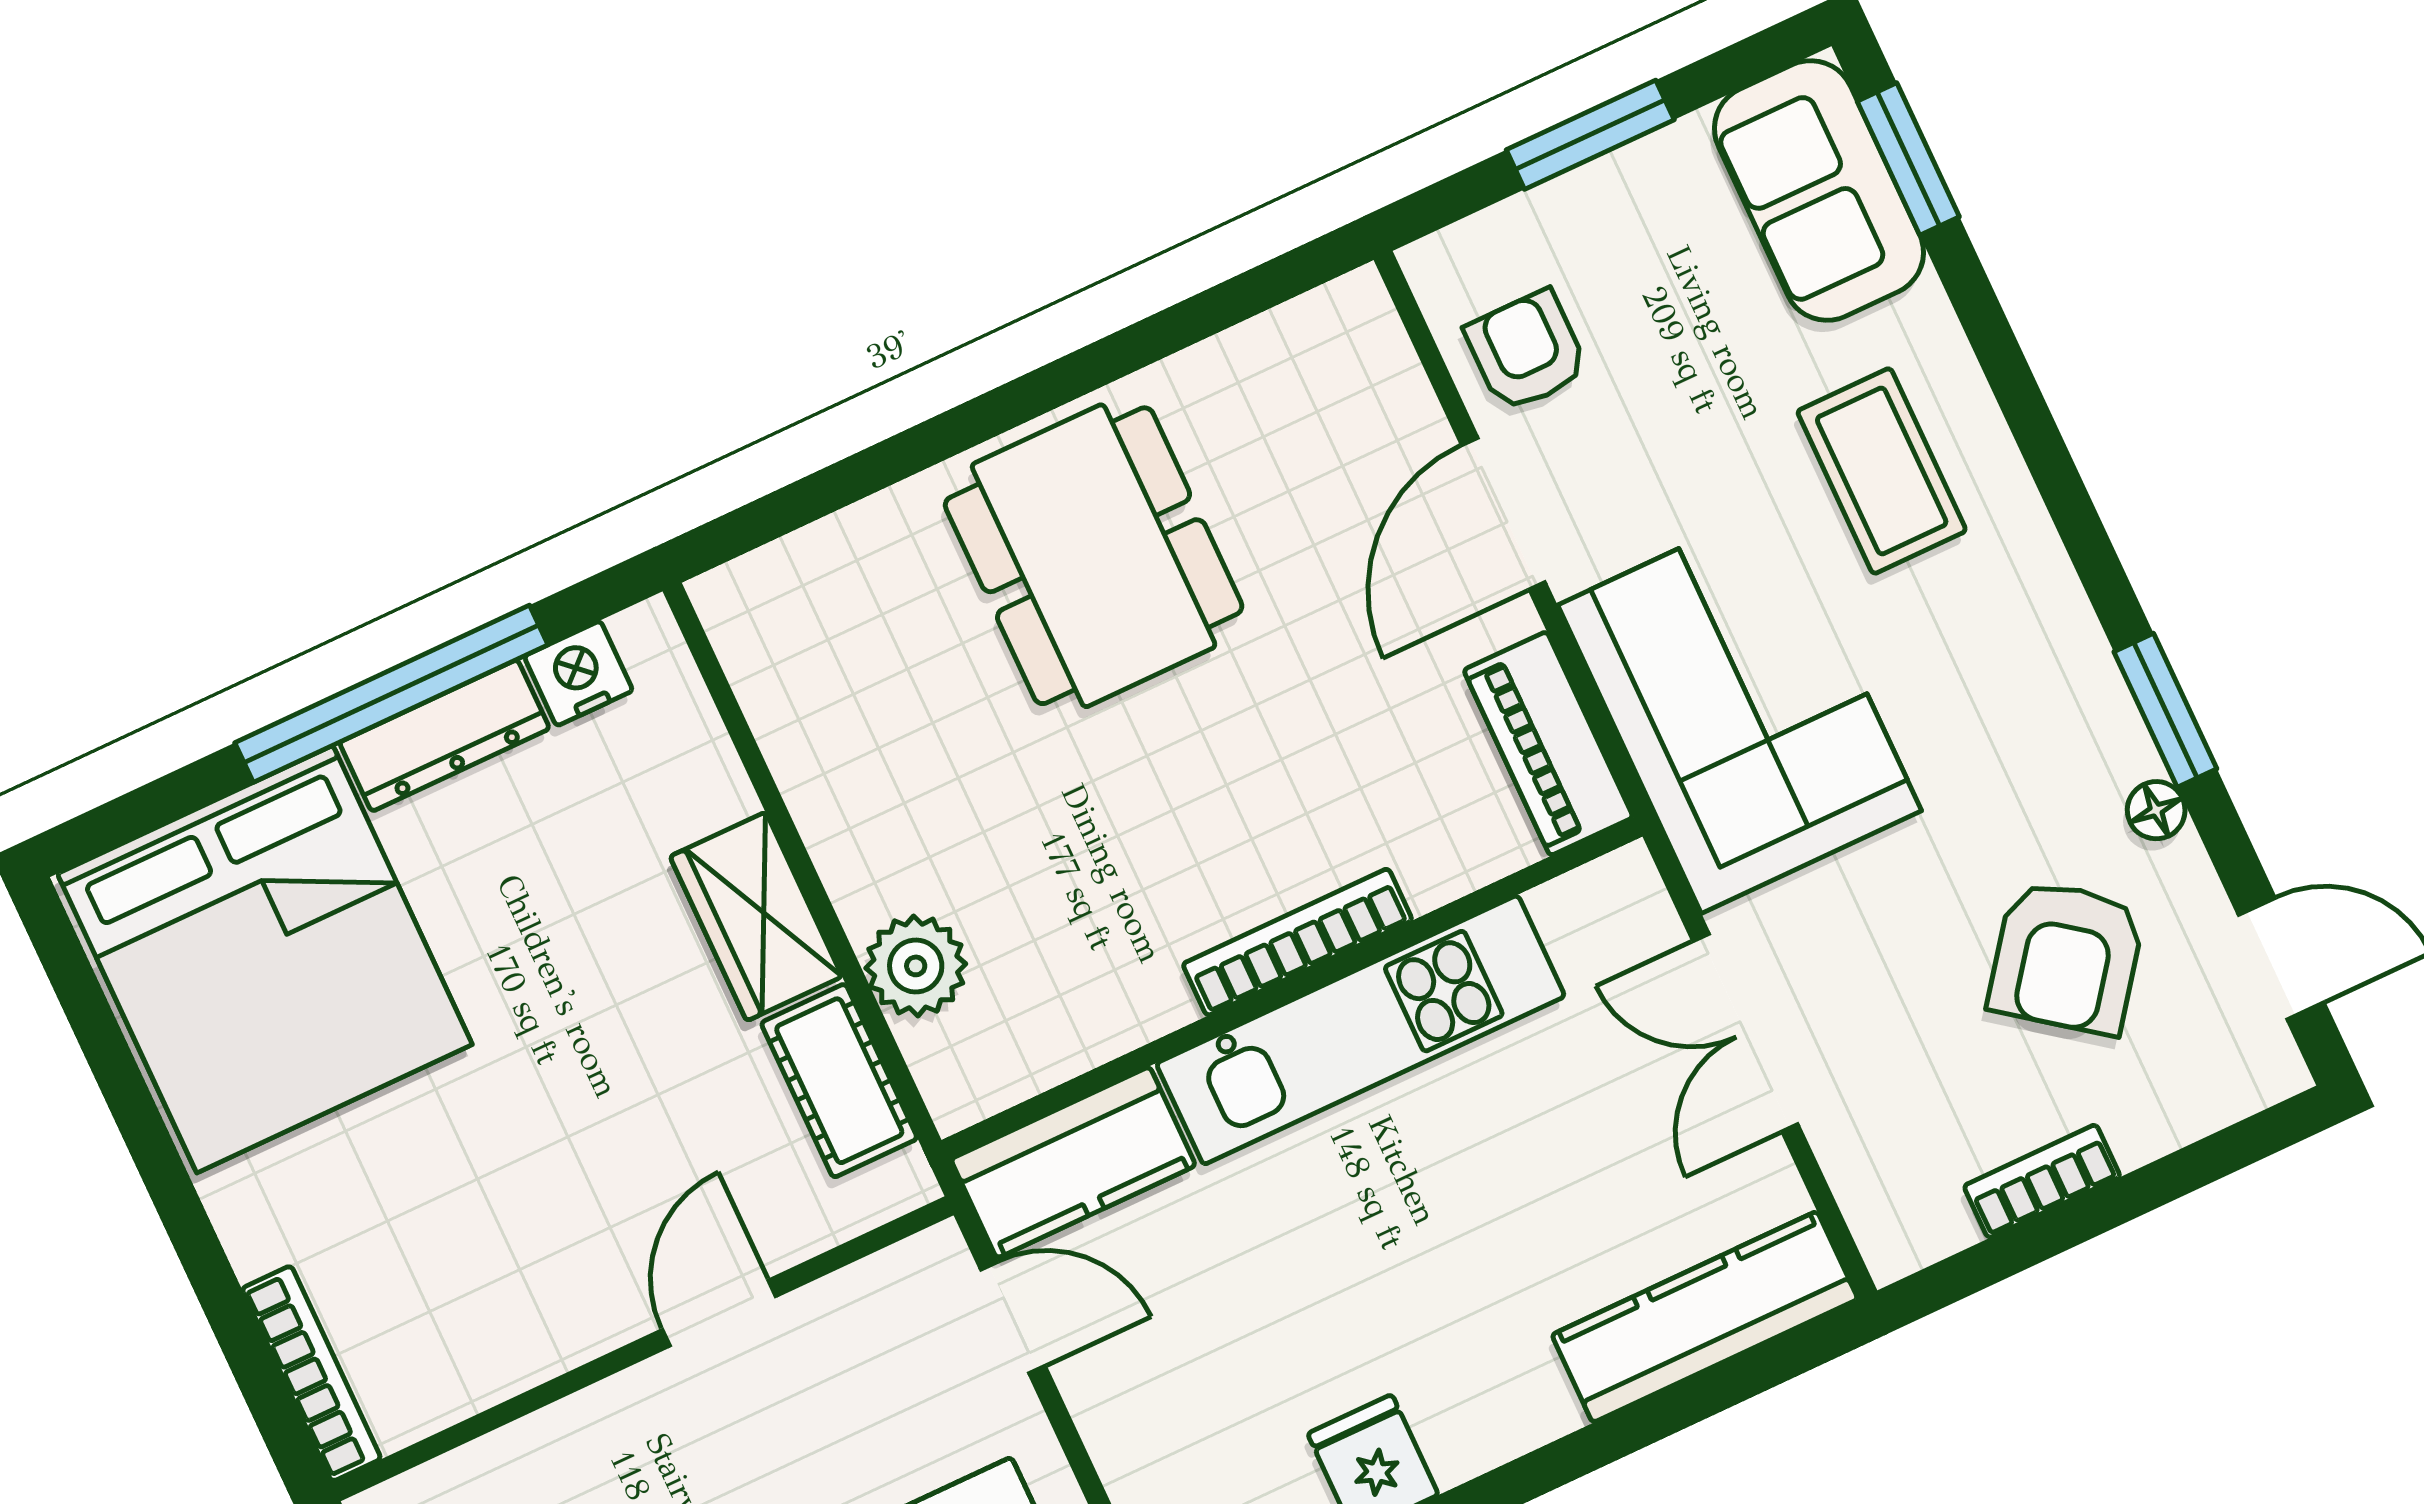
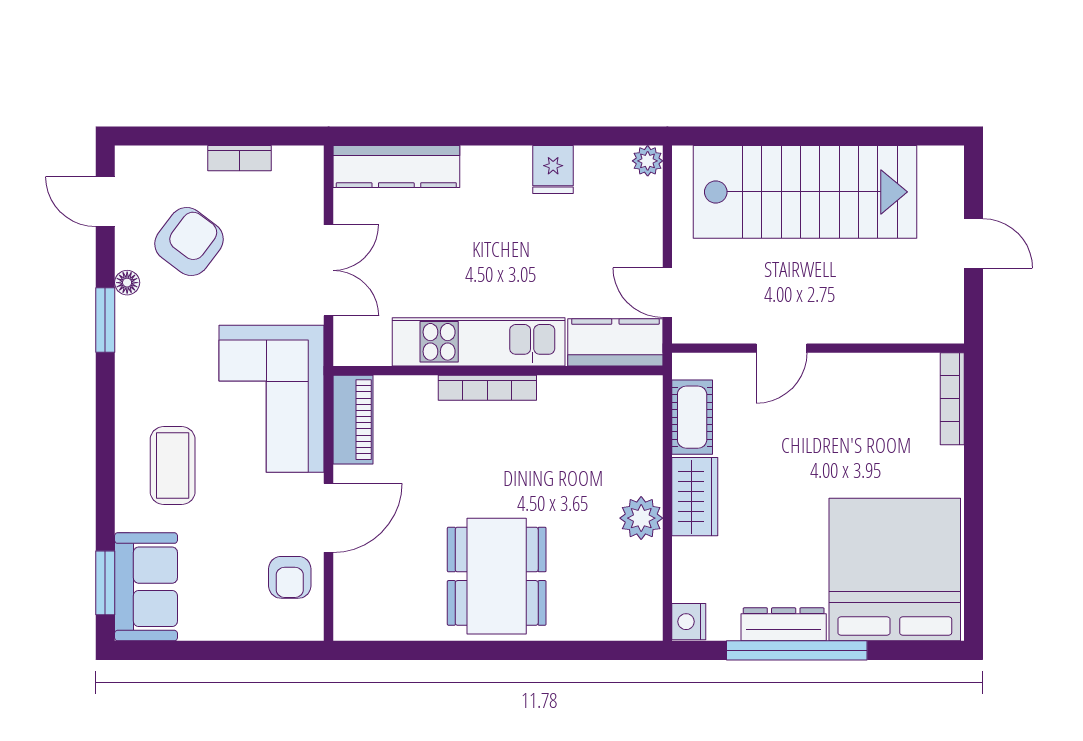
window: (1590, 135) -> (225, 650), removed
nightstand: (578, 673) -> (689, 622), moved, turned 90
plant: (916, 966) -> (641, 518), moved

